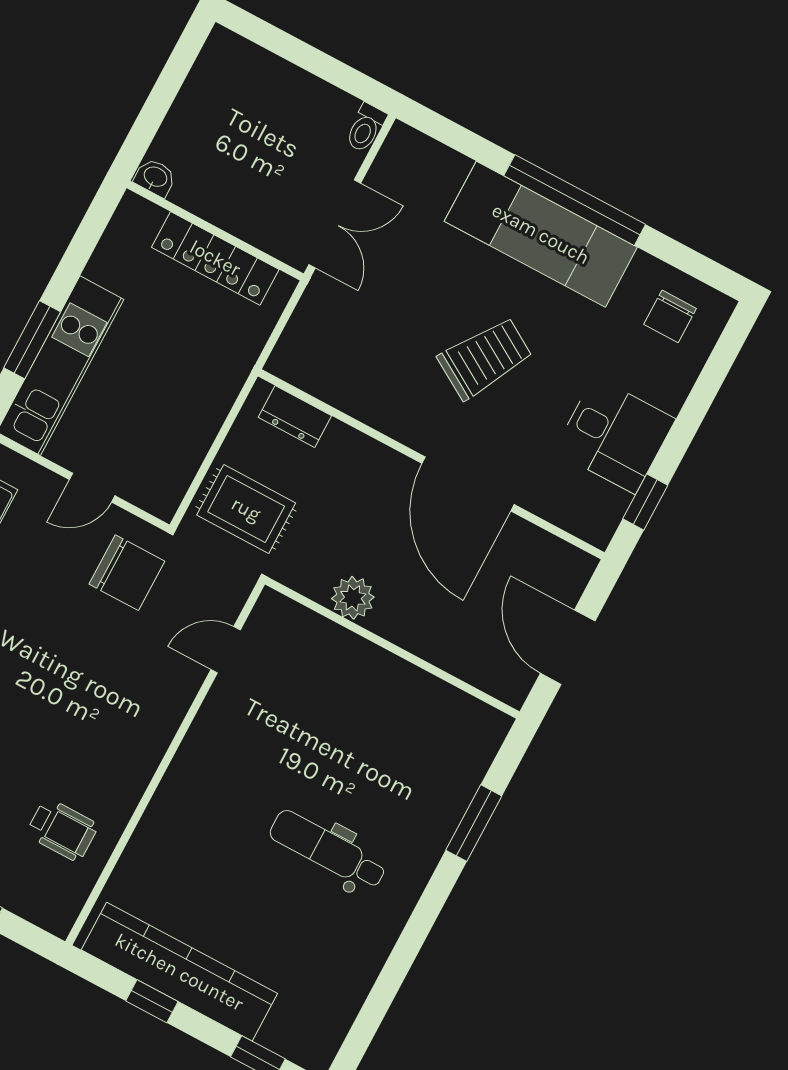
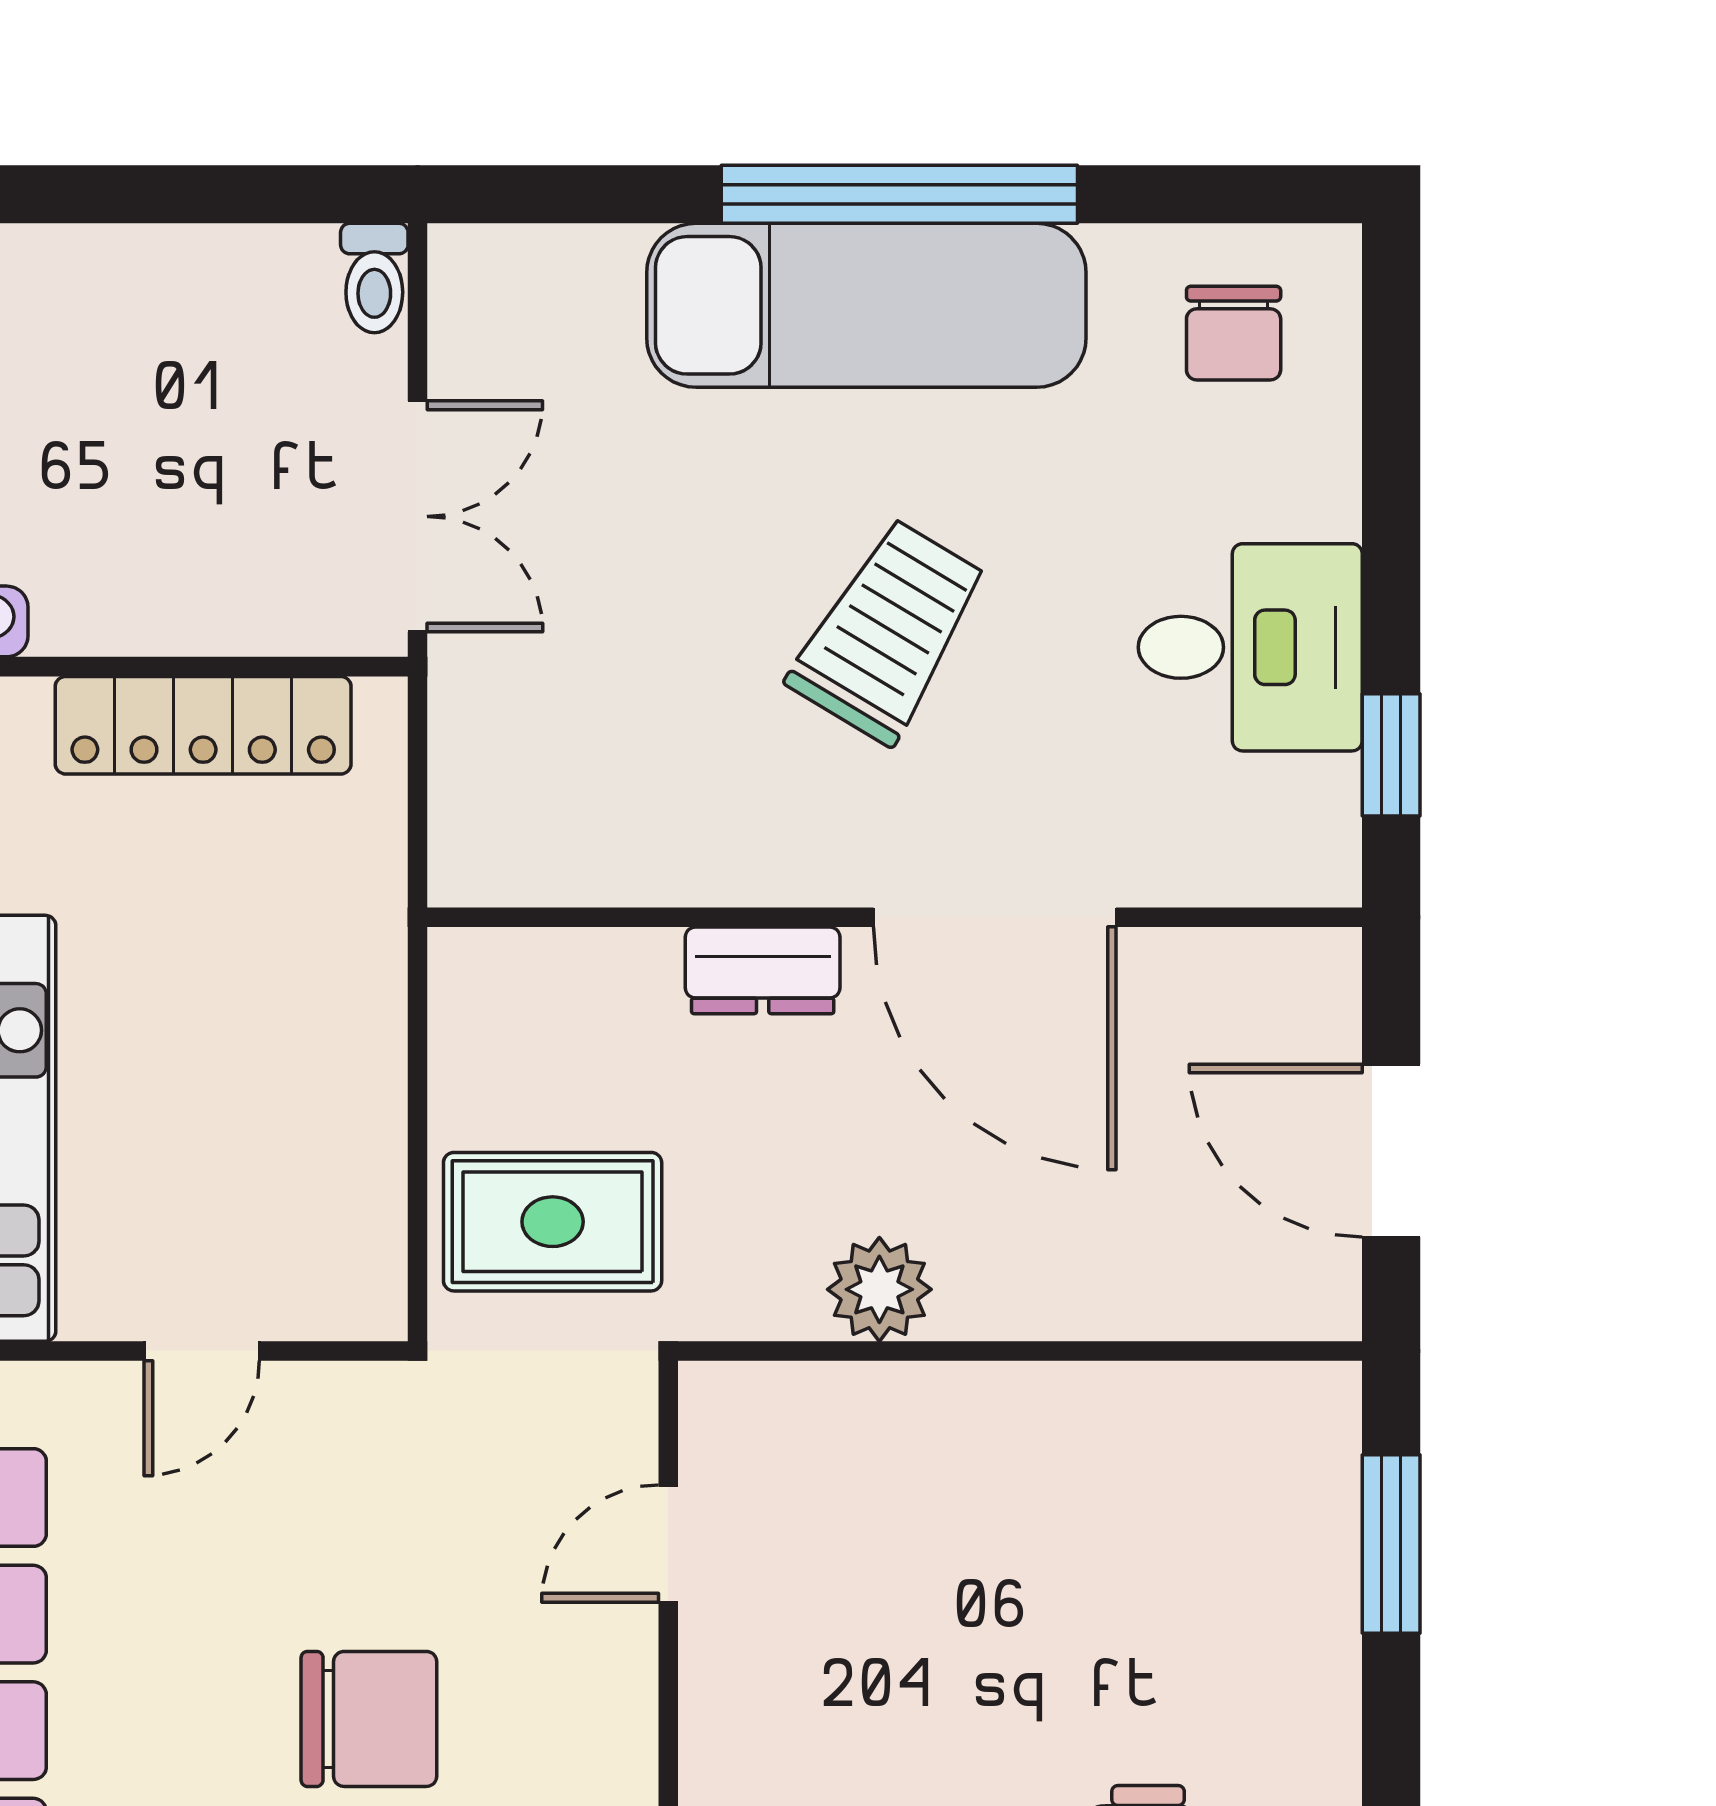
dresser: (295, 417) -> (763, 970), moved
chair: (127, 573) -> (369, 1719), moved
window: (474, 823) -> (1391, 1544), moved

